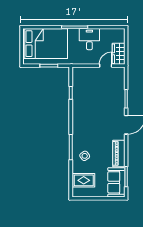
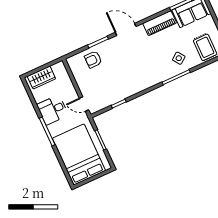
wardrobe: (119, 54) -> (41, 78), moved
door: (106, 66) -> (84, 104), moved
armchair: (114, 89) -> (93, 60), added

